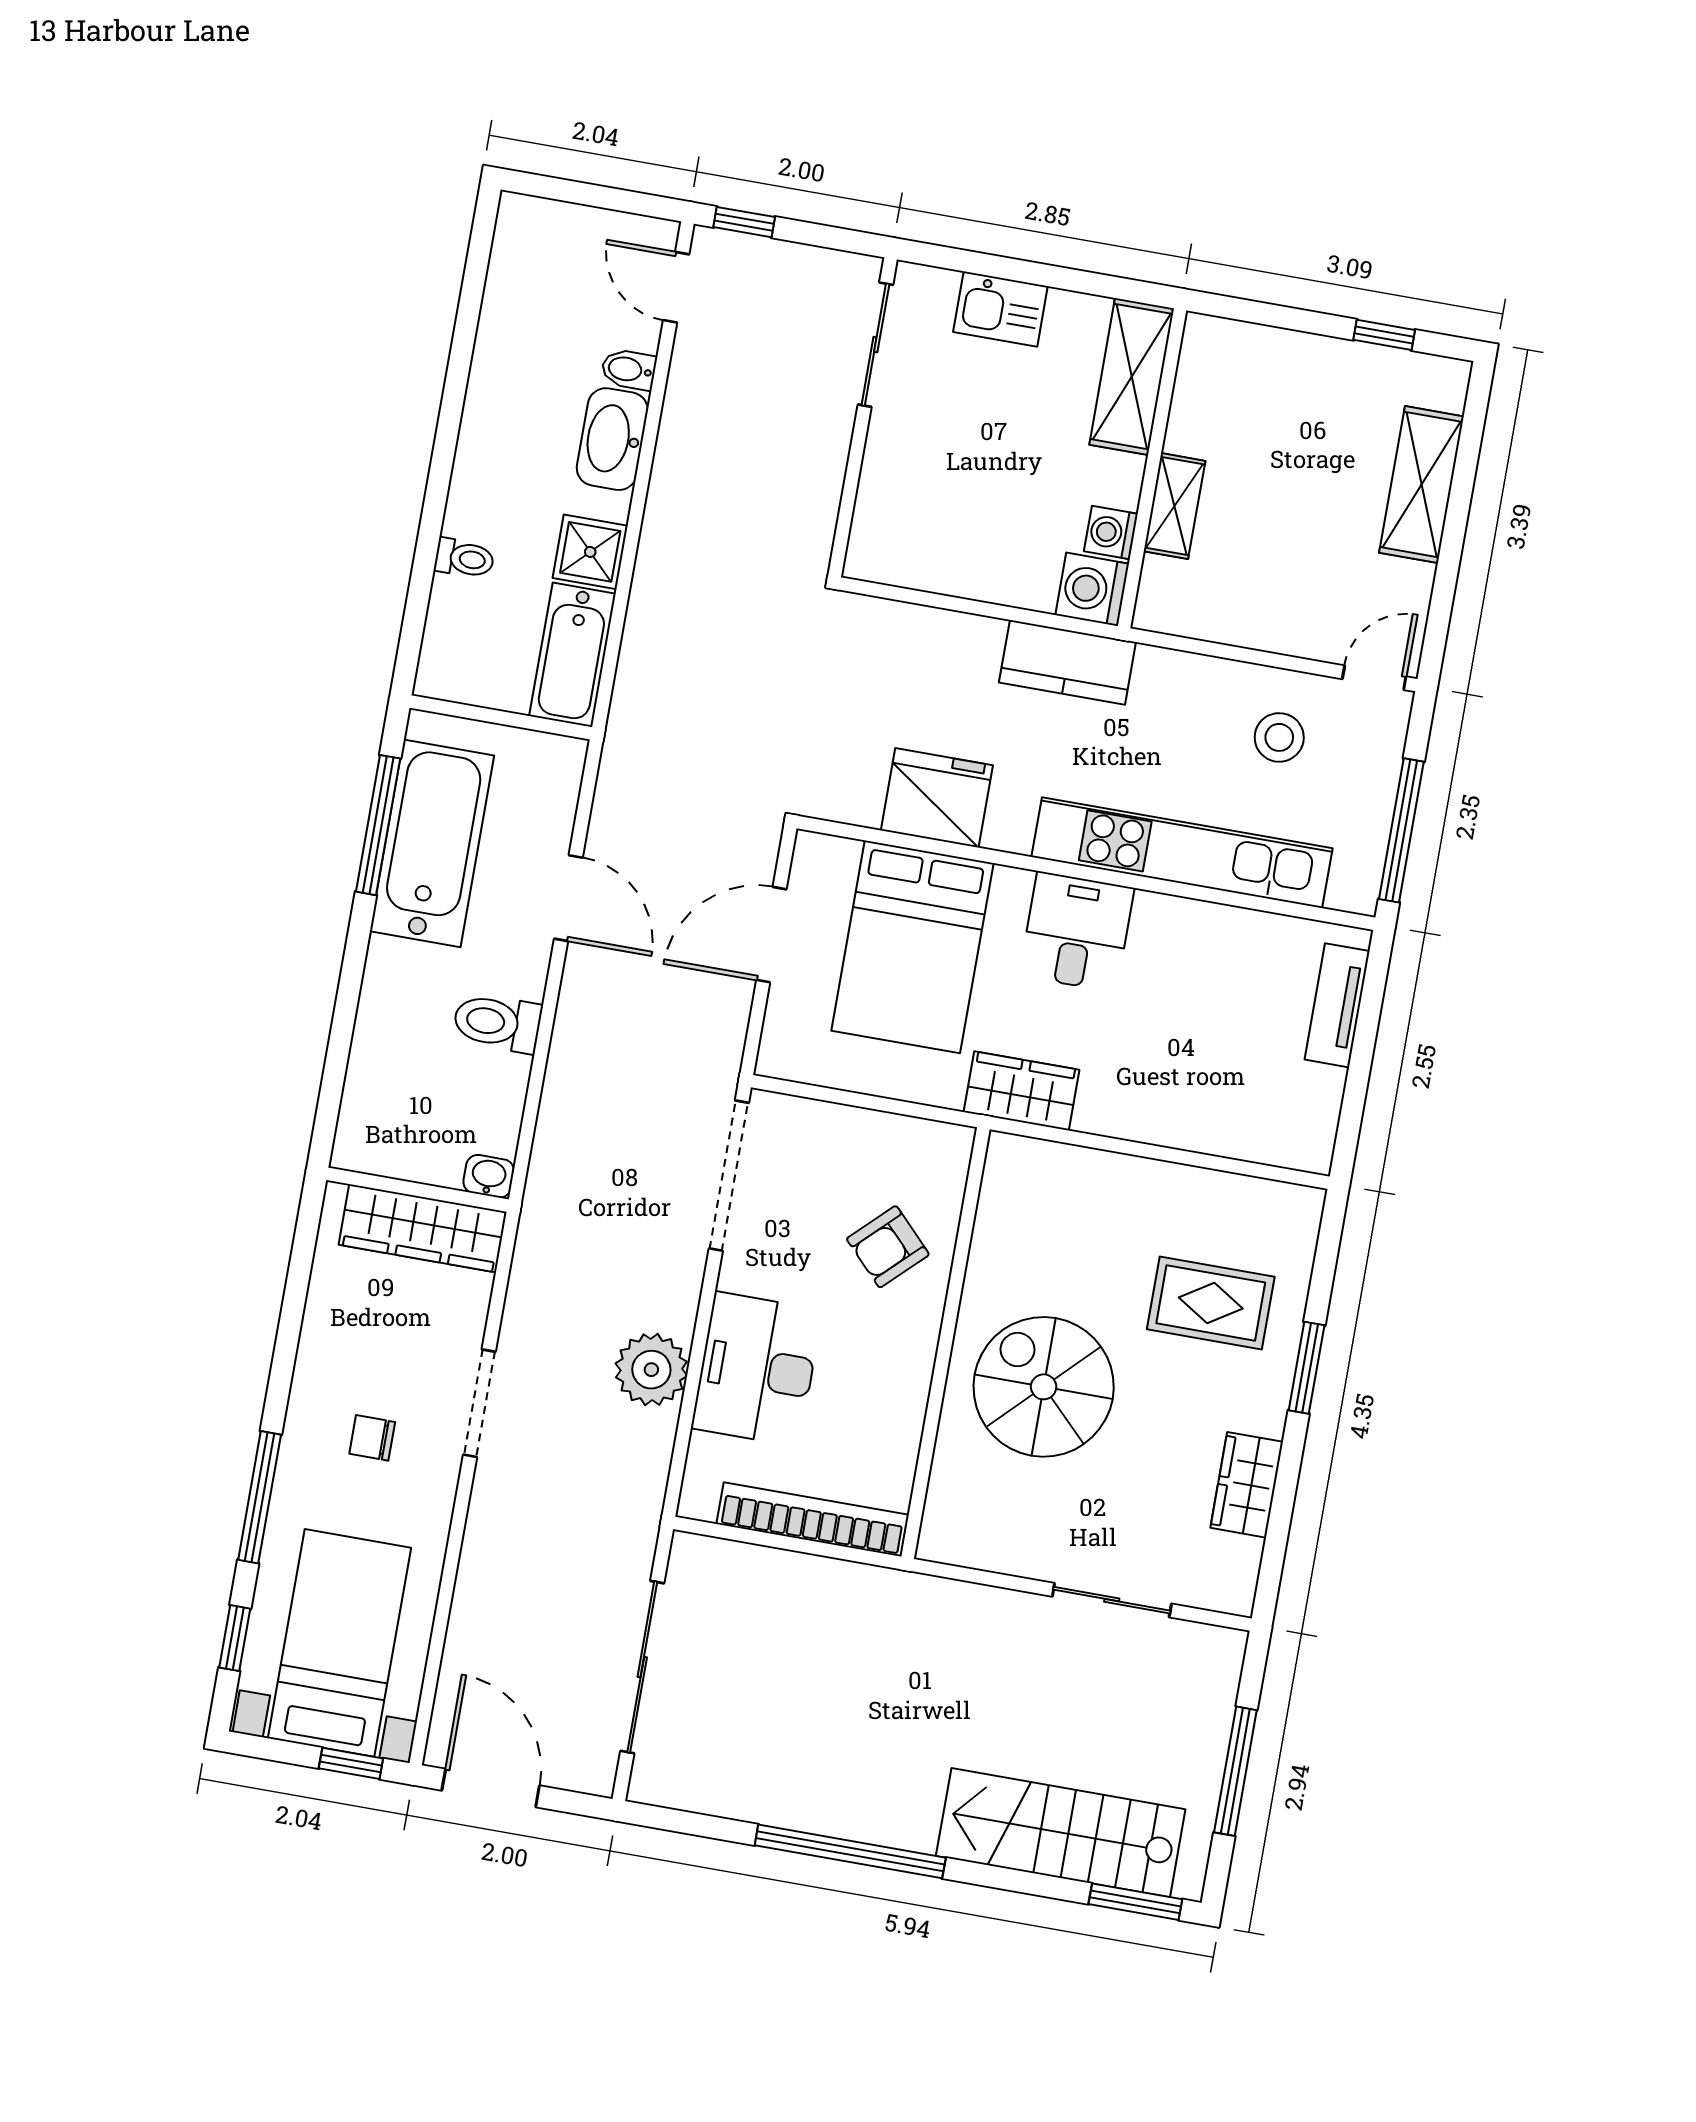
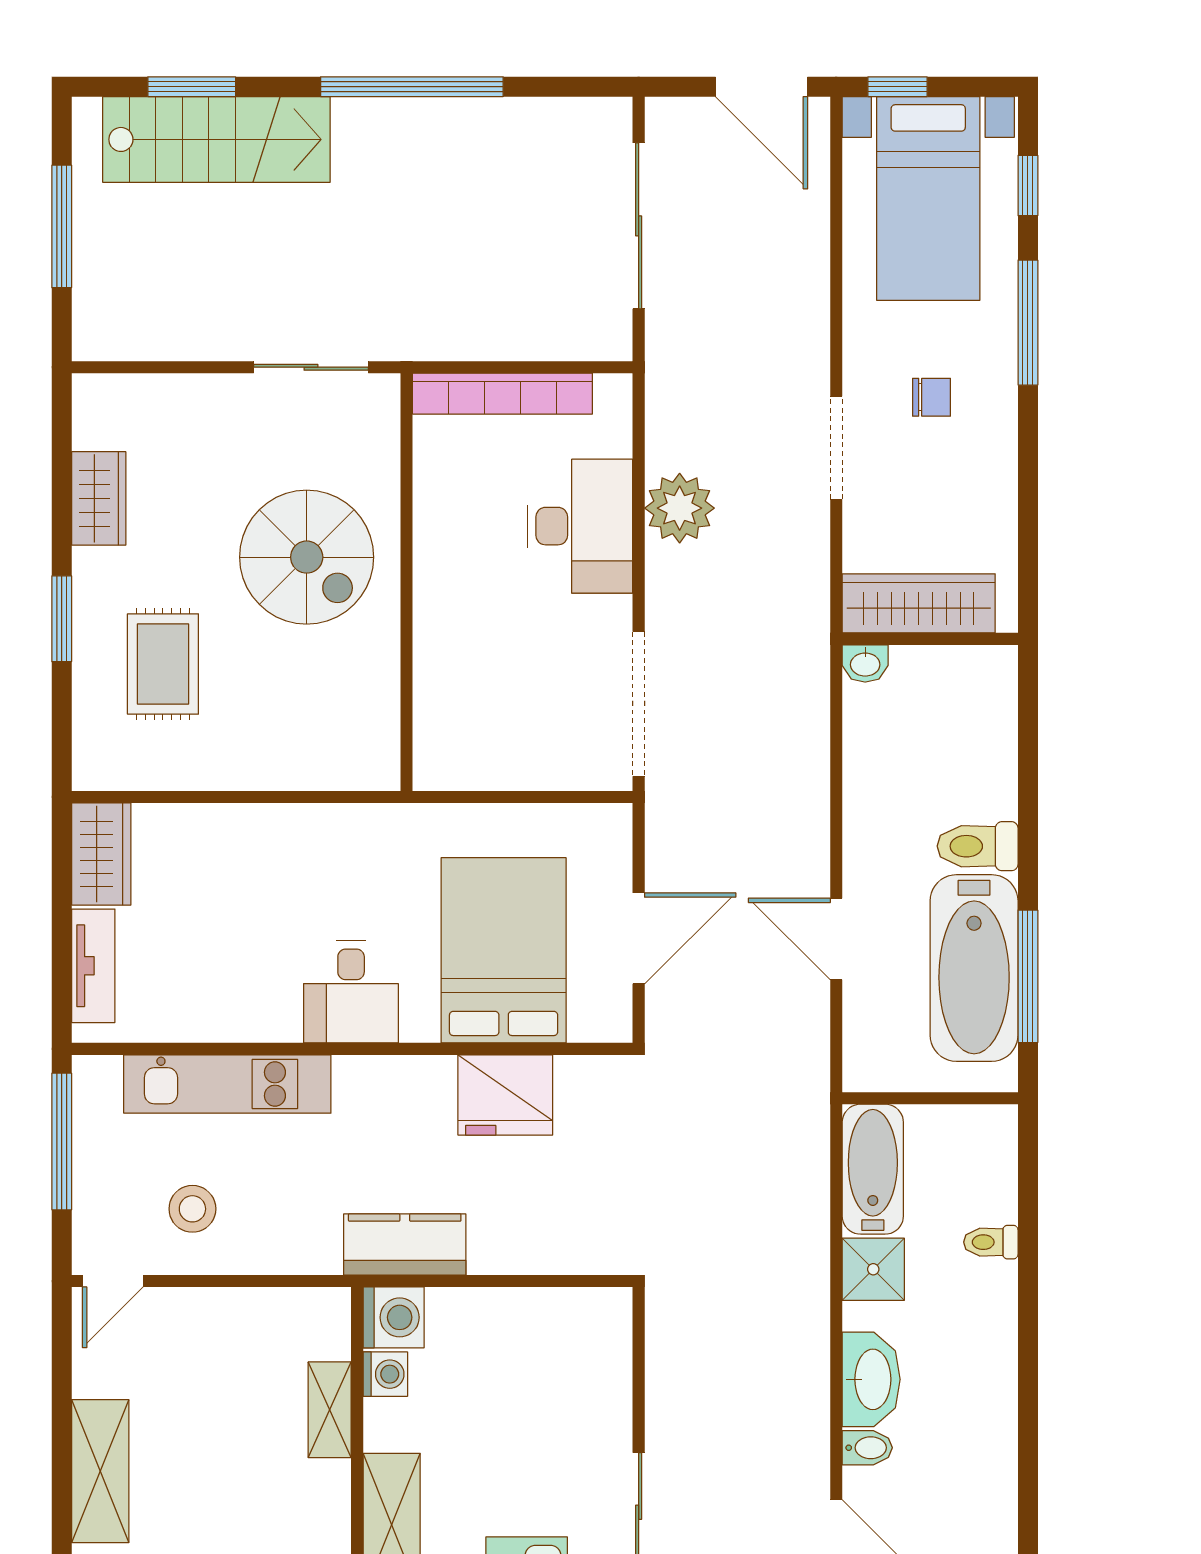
kitchen unit: (1182, 853) -> (227, 1084), width x0.73
toilet: (497, 1023) -> (978, 846), moved, turned 180
wardrobe: (1021, 1091) -> (101, 854), moved, turned -90
armchair: (888, 1247) -> (477, 663), removed
rug: (1211, 1303) -> (163, 664), turned 90
sliding door: (1112, 1600) -> (311, 367), moved
window: (1135, 1902) -> (192, 87), moved

